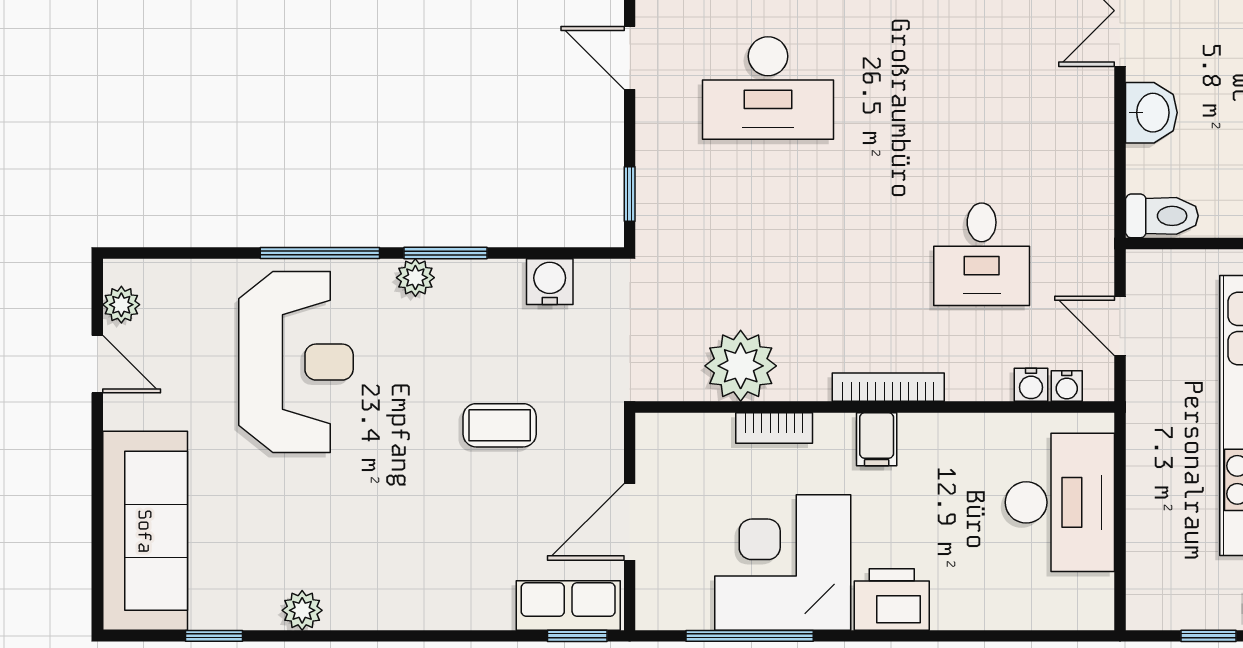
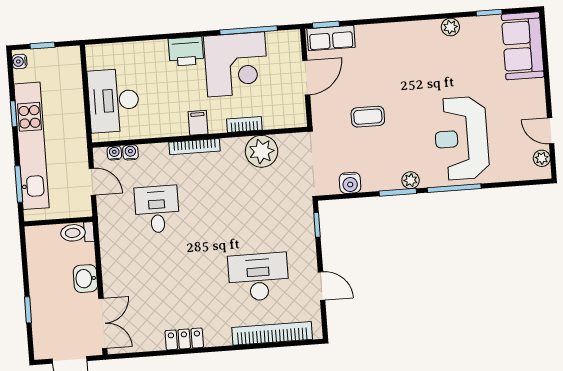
sofa: (145, 531) -> (523, 46), width x0.73

